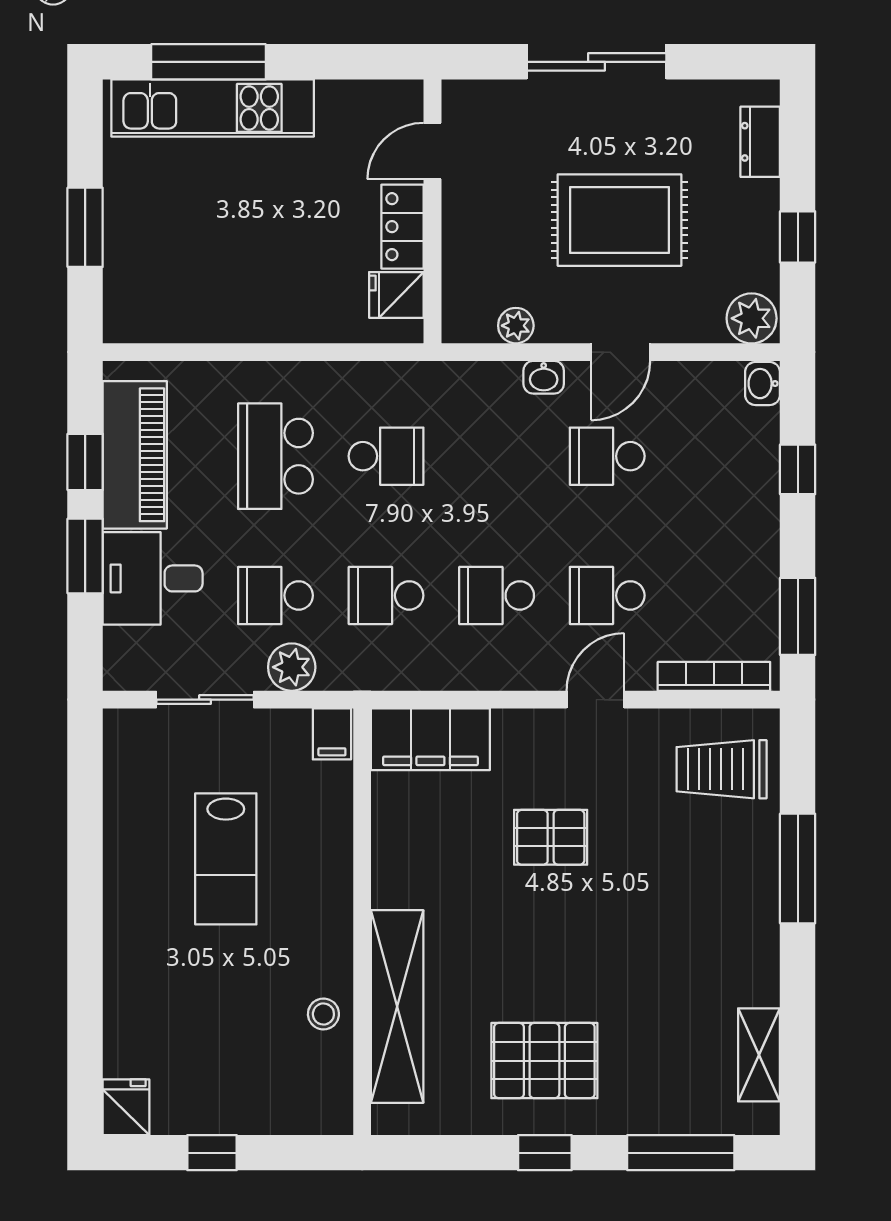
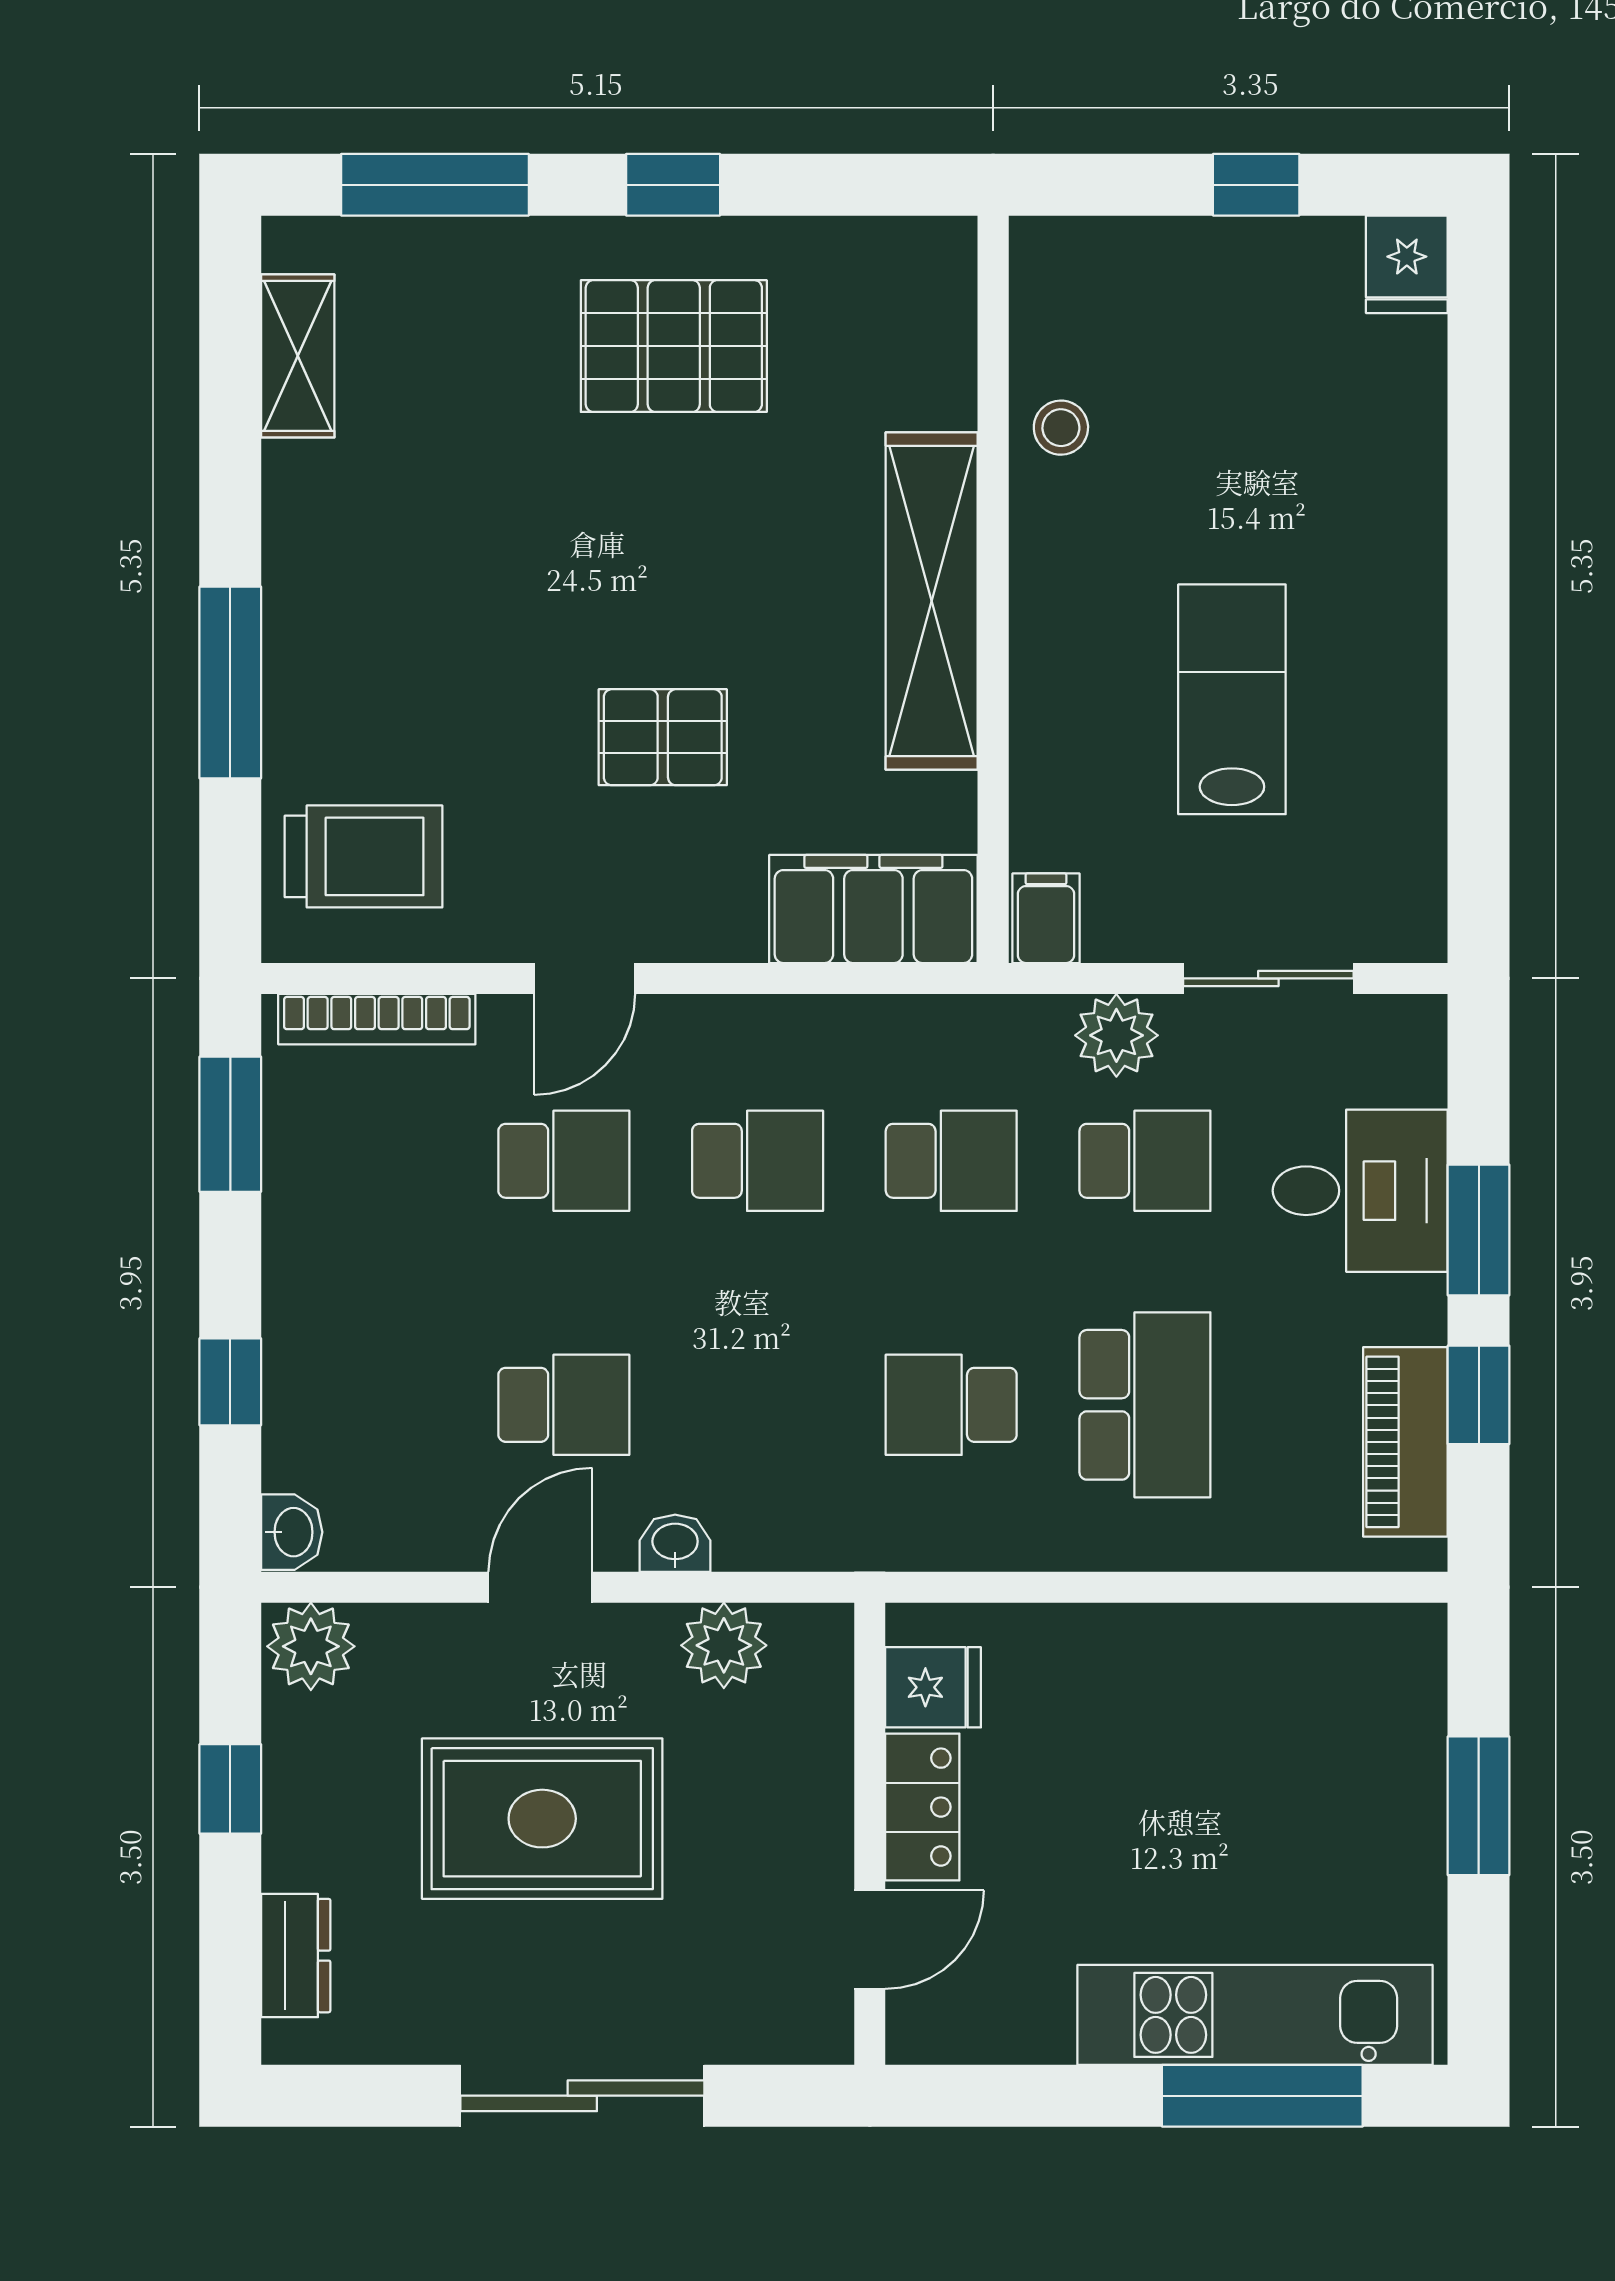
plant: (516, 326) -> (724, 1645), width x1.38, depth x1.38
piano: (135, 455) -> (1405, 1442), width x0.73, depth x0.75
shelving: (397, 1006) -> (932, 601), moved

